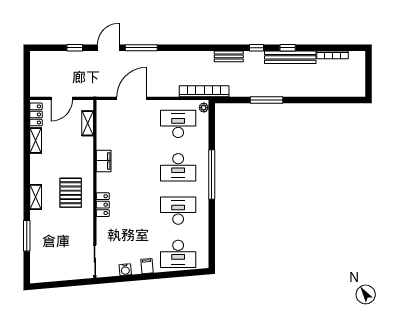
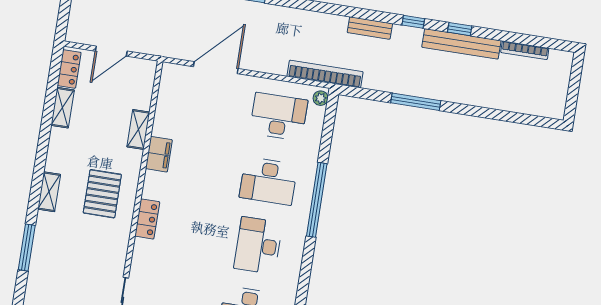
shelving: (88, 123) -> (138, 129), moved
desk: (178, 211) -> (258, 246), turned -90

